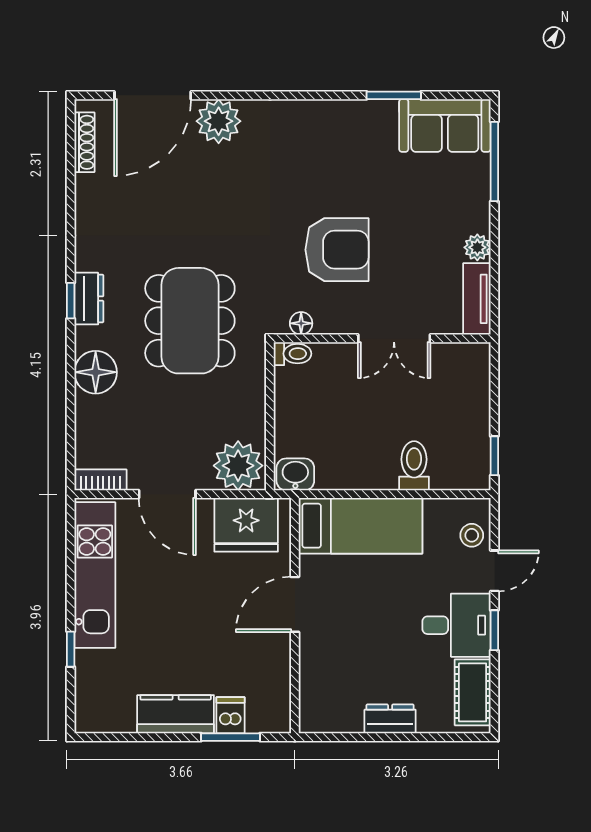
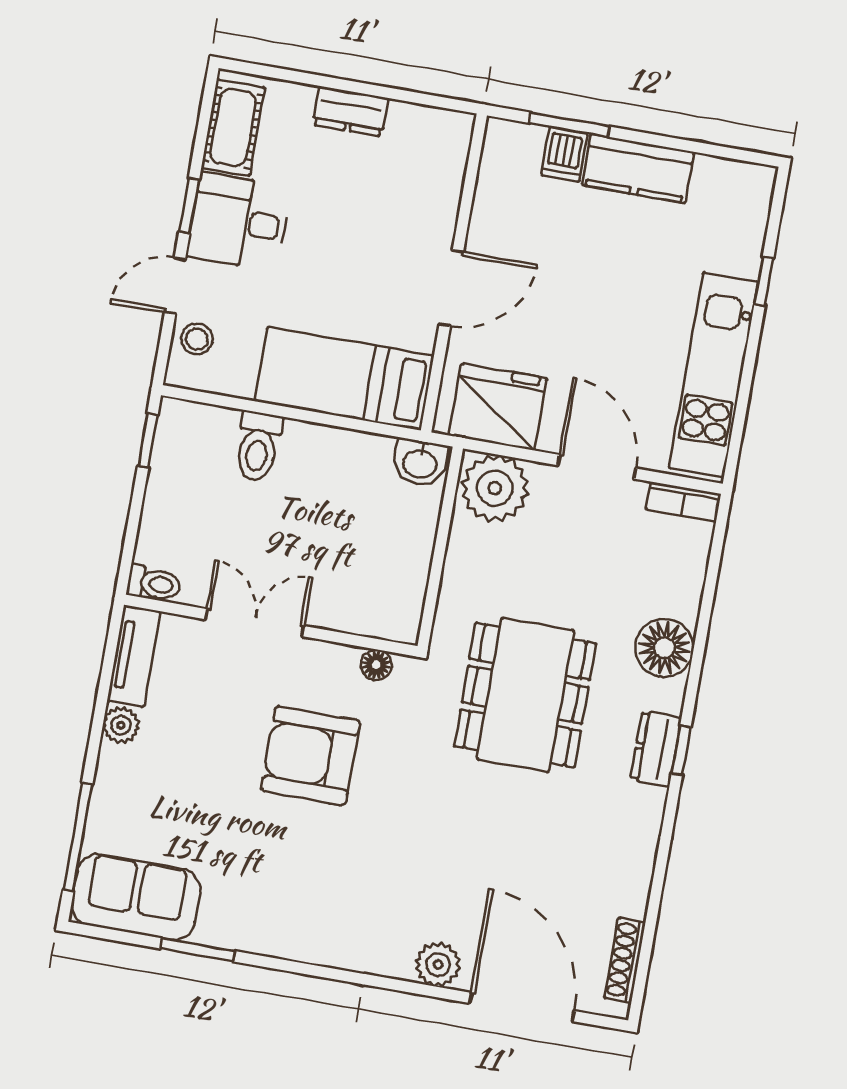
door: (153, 95) -> (522, 1007), hinge flipped
plant: (219, 121) -> (438, 964), width x0.73, depth x0.73
toilet: (293, 354) -> (154, 584), moved, turned 180

